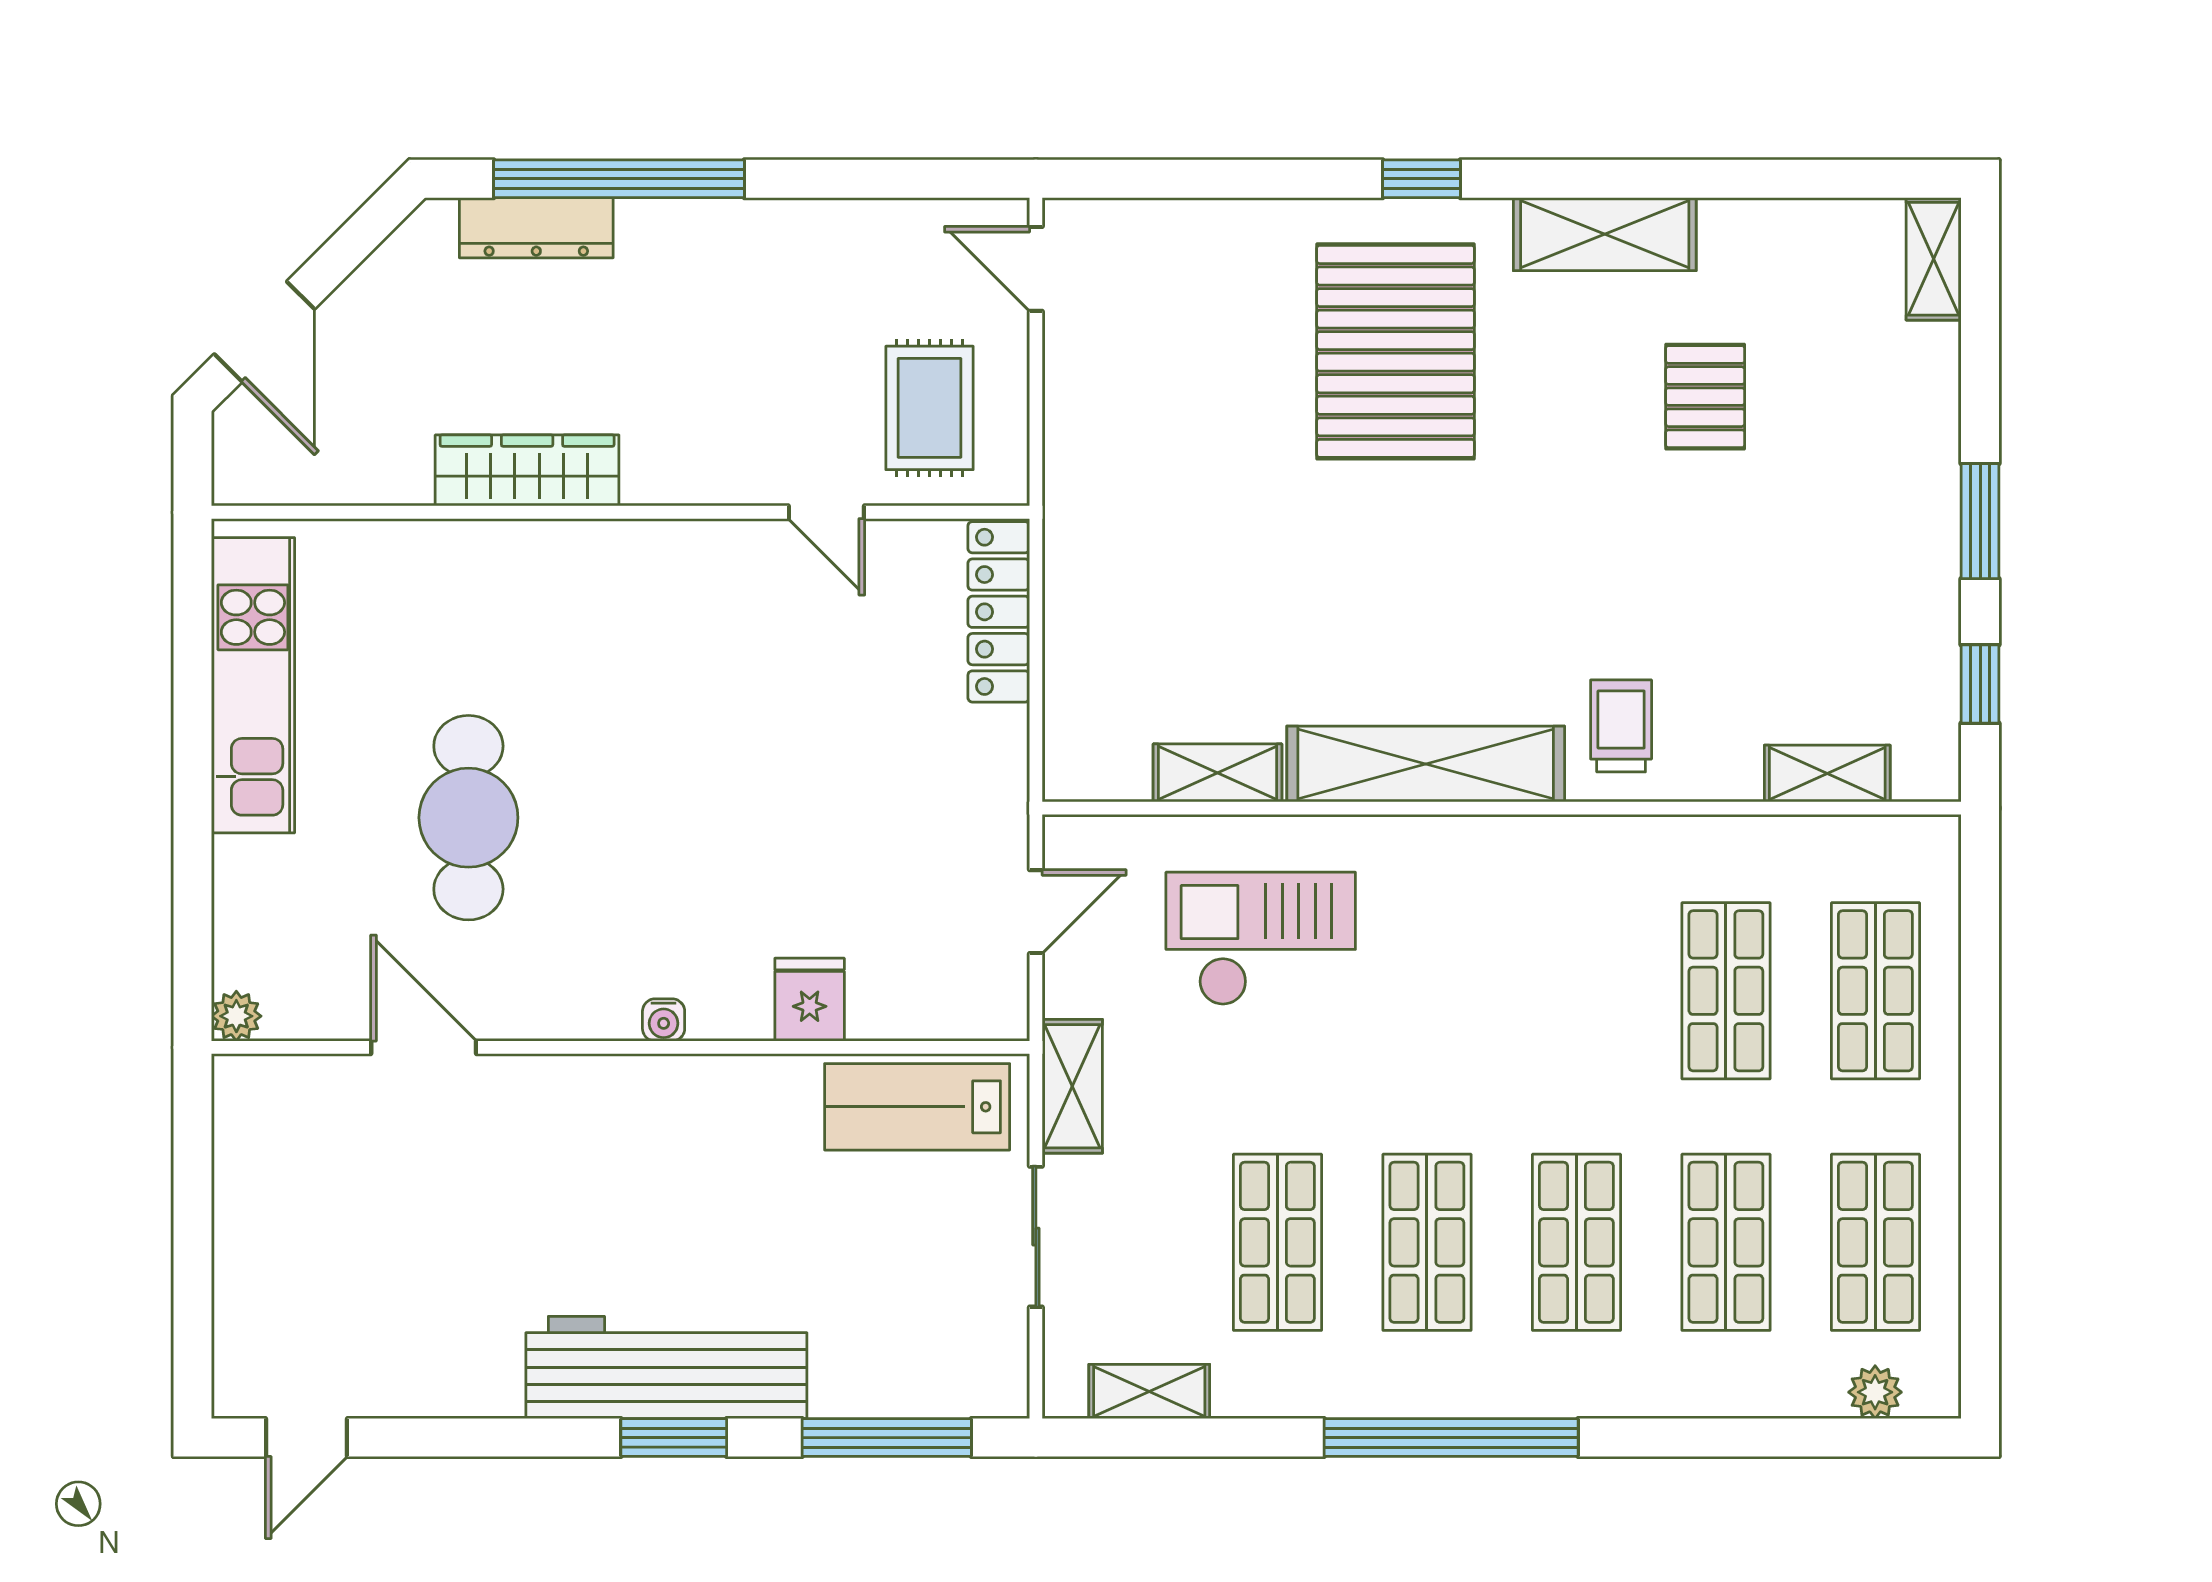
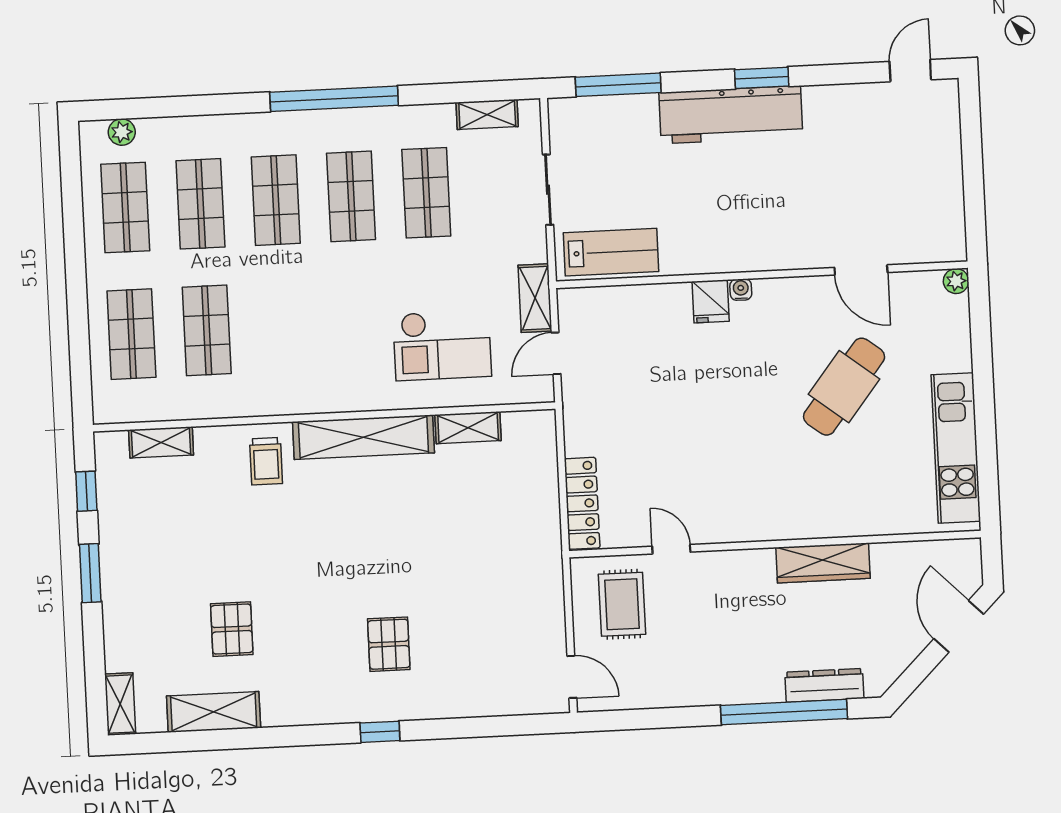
shelving: (1605, 234) -> (214, 712), moved
pallet: (1396, 351) -> (389, 644), width x0.49, depth x0.50
cafe table: (468, 818) -> (844, 387), turned 38
fridge: (810, 1000) -> (711, 301), moved
shelving: (1072, 1086) -> (535, 298), moved
window: (674, 1438) -> (762, 78), moved

